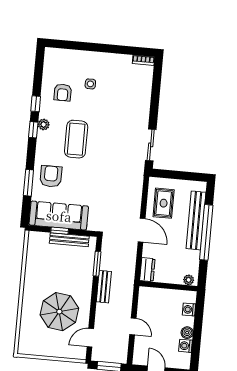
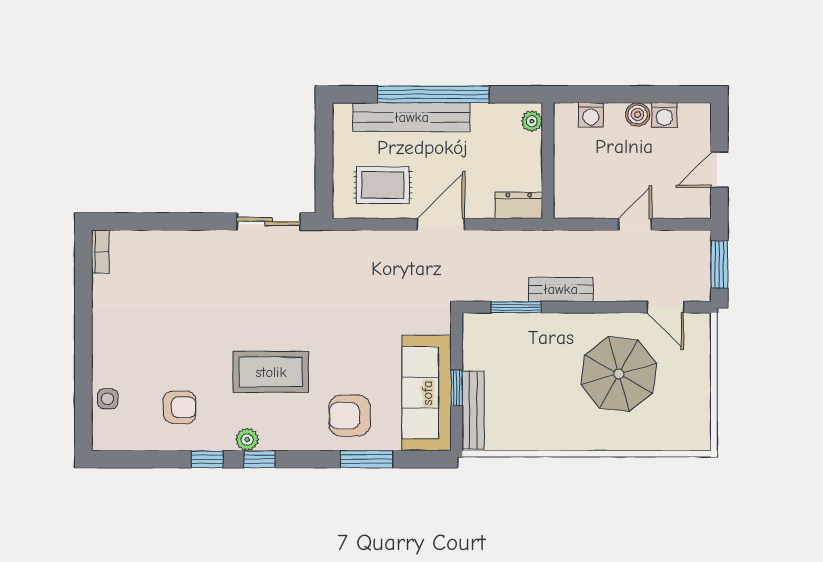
side table: (90, 84) -> (108, 399), moved
bench: (69, 240) -> (473, 410), moved

